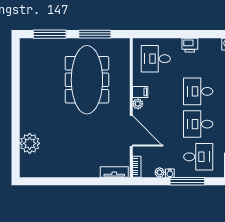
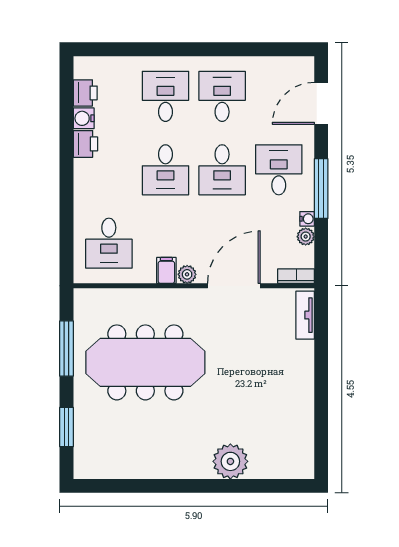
window: (50, 34) -> (66, 427), width x0.69
printer: (190, 45) -> (85, 144), moved
plant: (30, 143) -> (230, 461), moved

